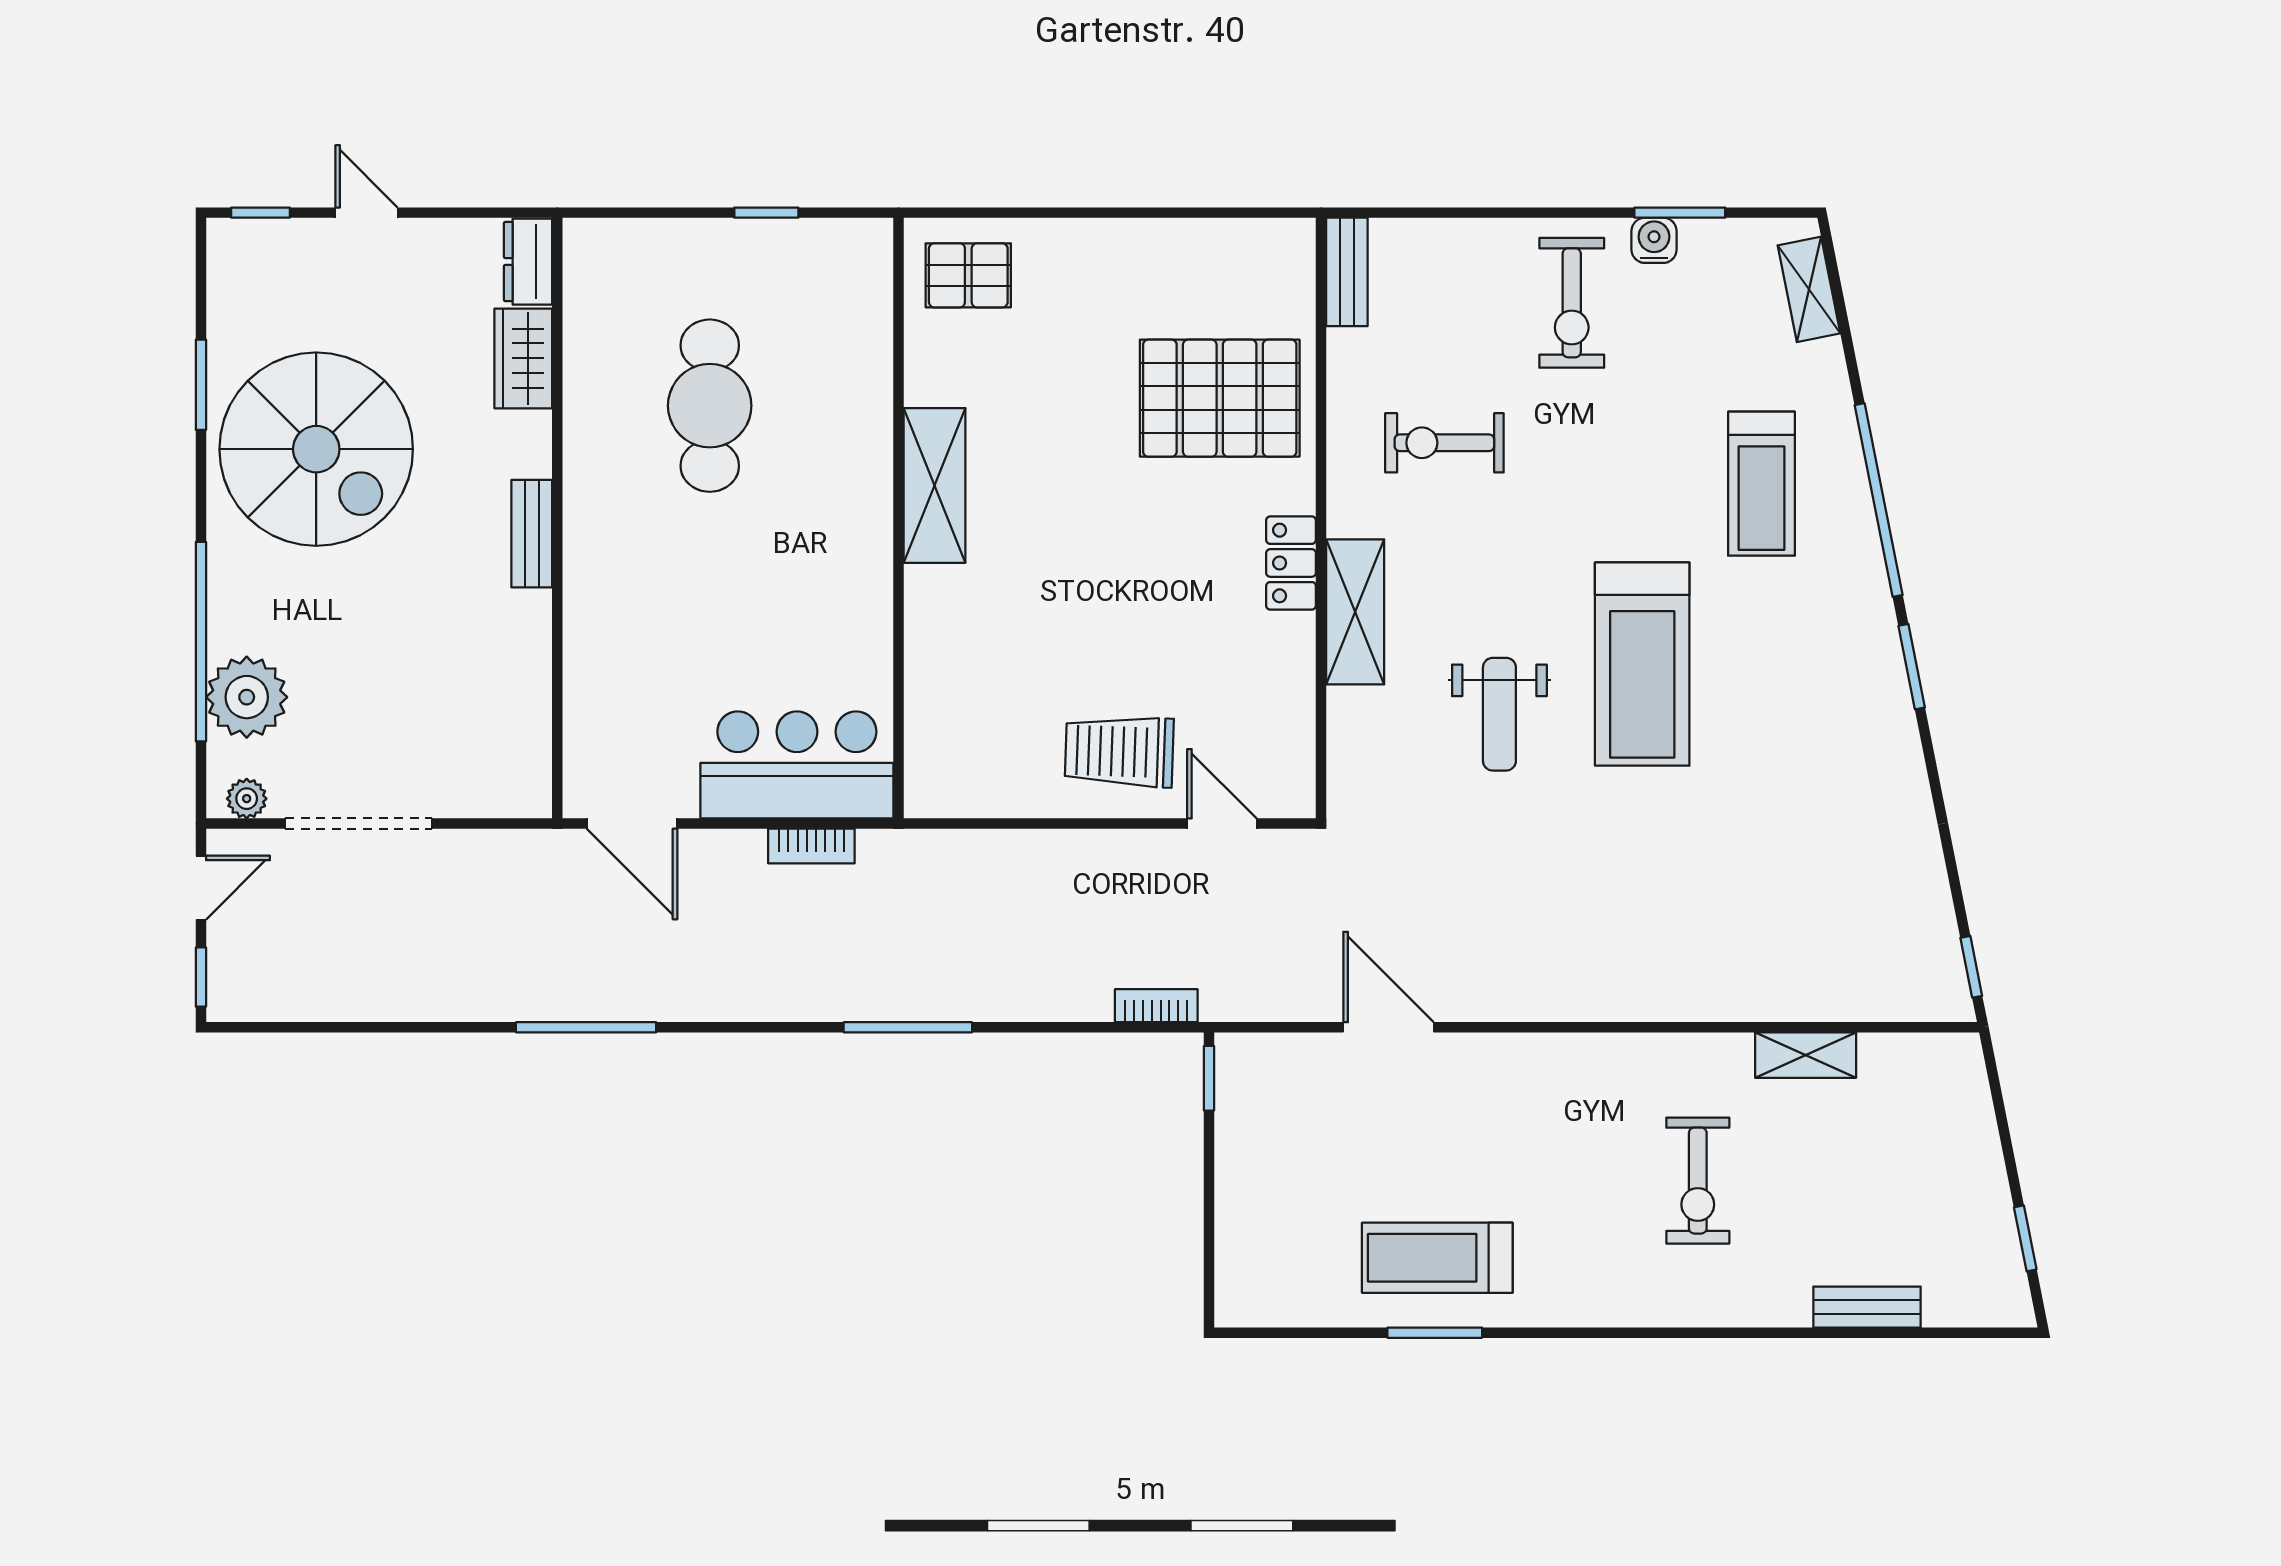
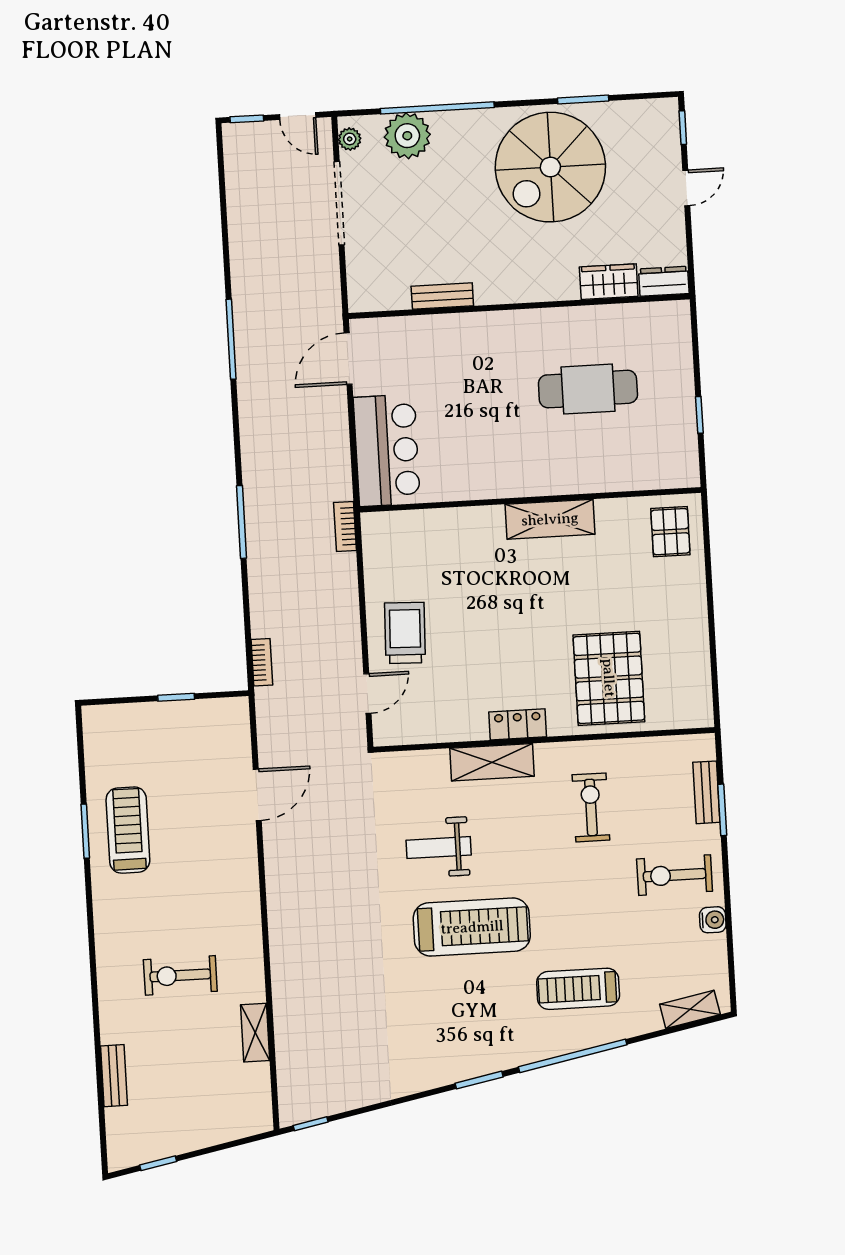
window: (1680, 213) -> (722, 810), moved
bench: (1347, 272) -> (706, 792), moved, turned 90
bench: (532, 534) -> (442, 296), moved
treadmill: (1642, 664) -> (472, 927), turned 180
bookcase: (811, 846) -> (345, 527), moved
window: (1209, 1078) -> (176, 697), moved

